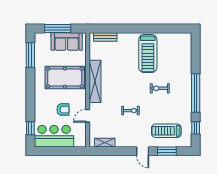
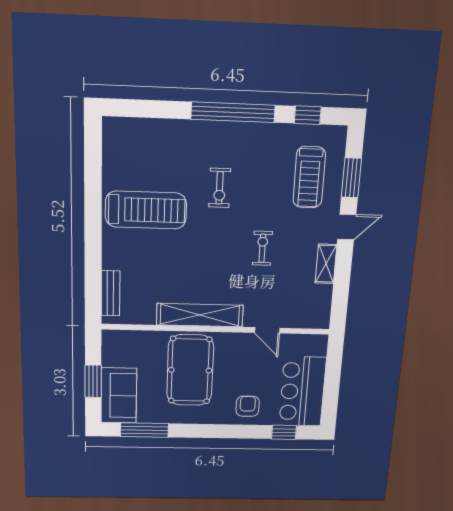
window: (58, 28) -> (93, 381), width x0.69
sofa: (67, 41) -> (119, 395), moved
armchair: (63, 110) -> (248, 406), moved
shelving: (105, 143) -> (326, 264), moved

